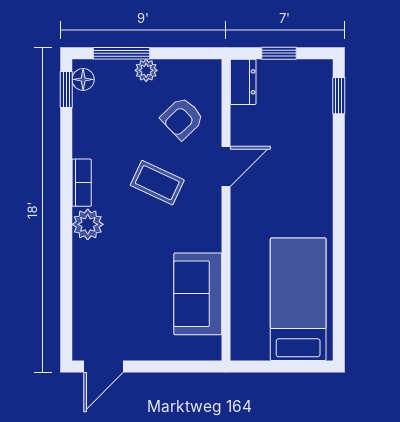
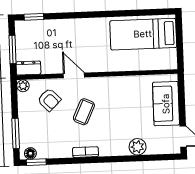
window: (279, 53) -> (12, 49), width x1.50
plant: (146, 70) -> (23, 86), moved
plant: (88, 224) -> (138, 147), moved
sofa: (198, 294) -> (166, 104), moved, turned 90

